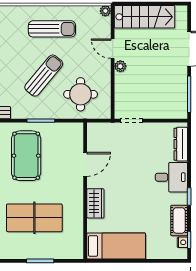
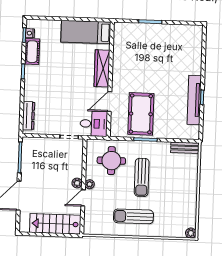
plant: (105, 11) -> (90, 184), moved
door: (113, 49) -> (83, 198), swing flipped
sun lounger: (44, 76) -> (142, 177), turned -40
pool table: (26, 156) -> (141, 114), moved
desk: (171, 177) -> (94, 124), moved, turned 180
wardrobe: (95, 203) -> (102, 68), width x1.50
table tennis table: (34, 218) -> (154, 58), removed

